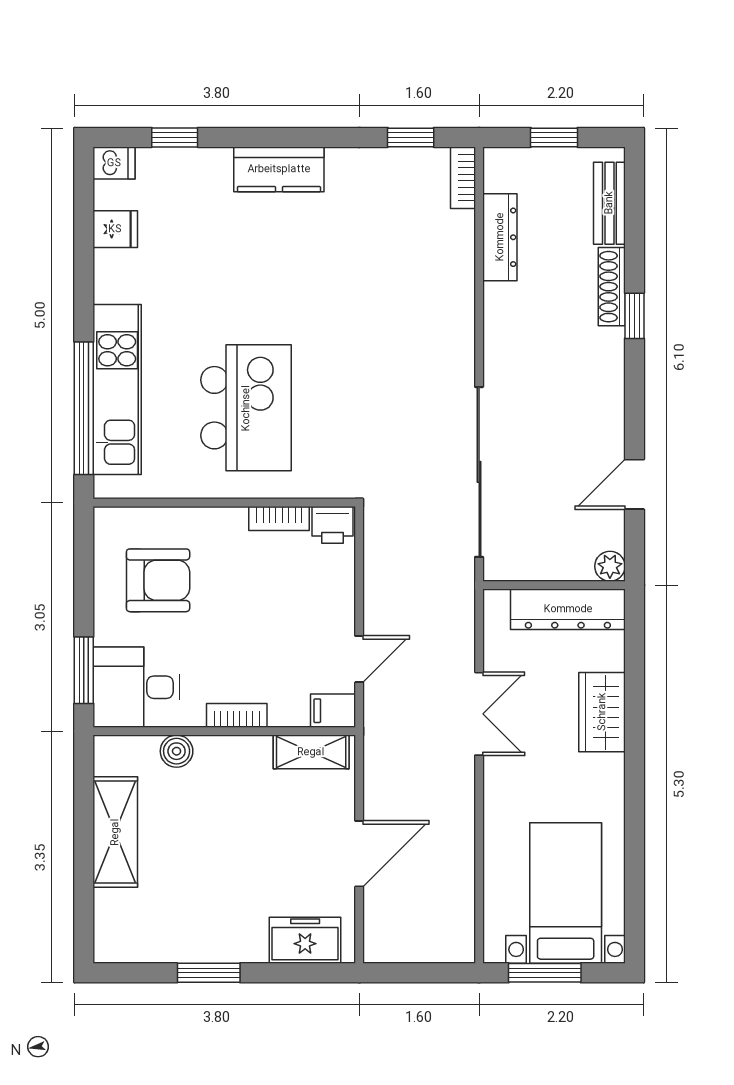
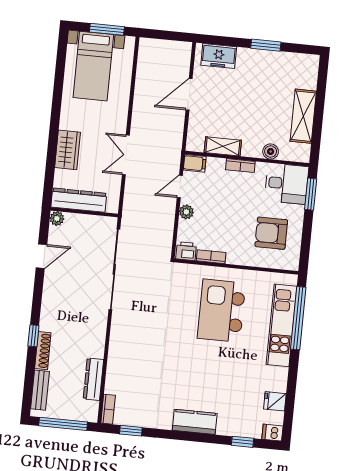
window: (554, 137) -> (63, 424), width x2.17
plant: (340, 607) -> (186, 212), added
shelving: (311, 752) -> (223, 146), moved

